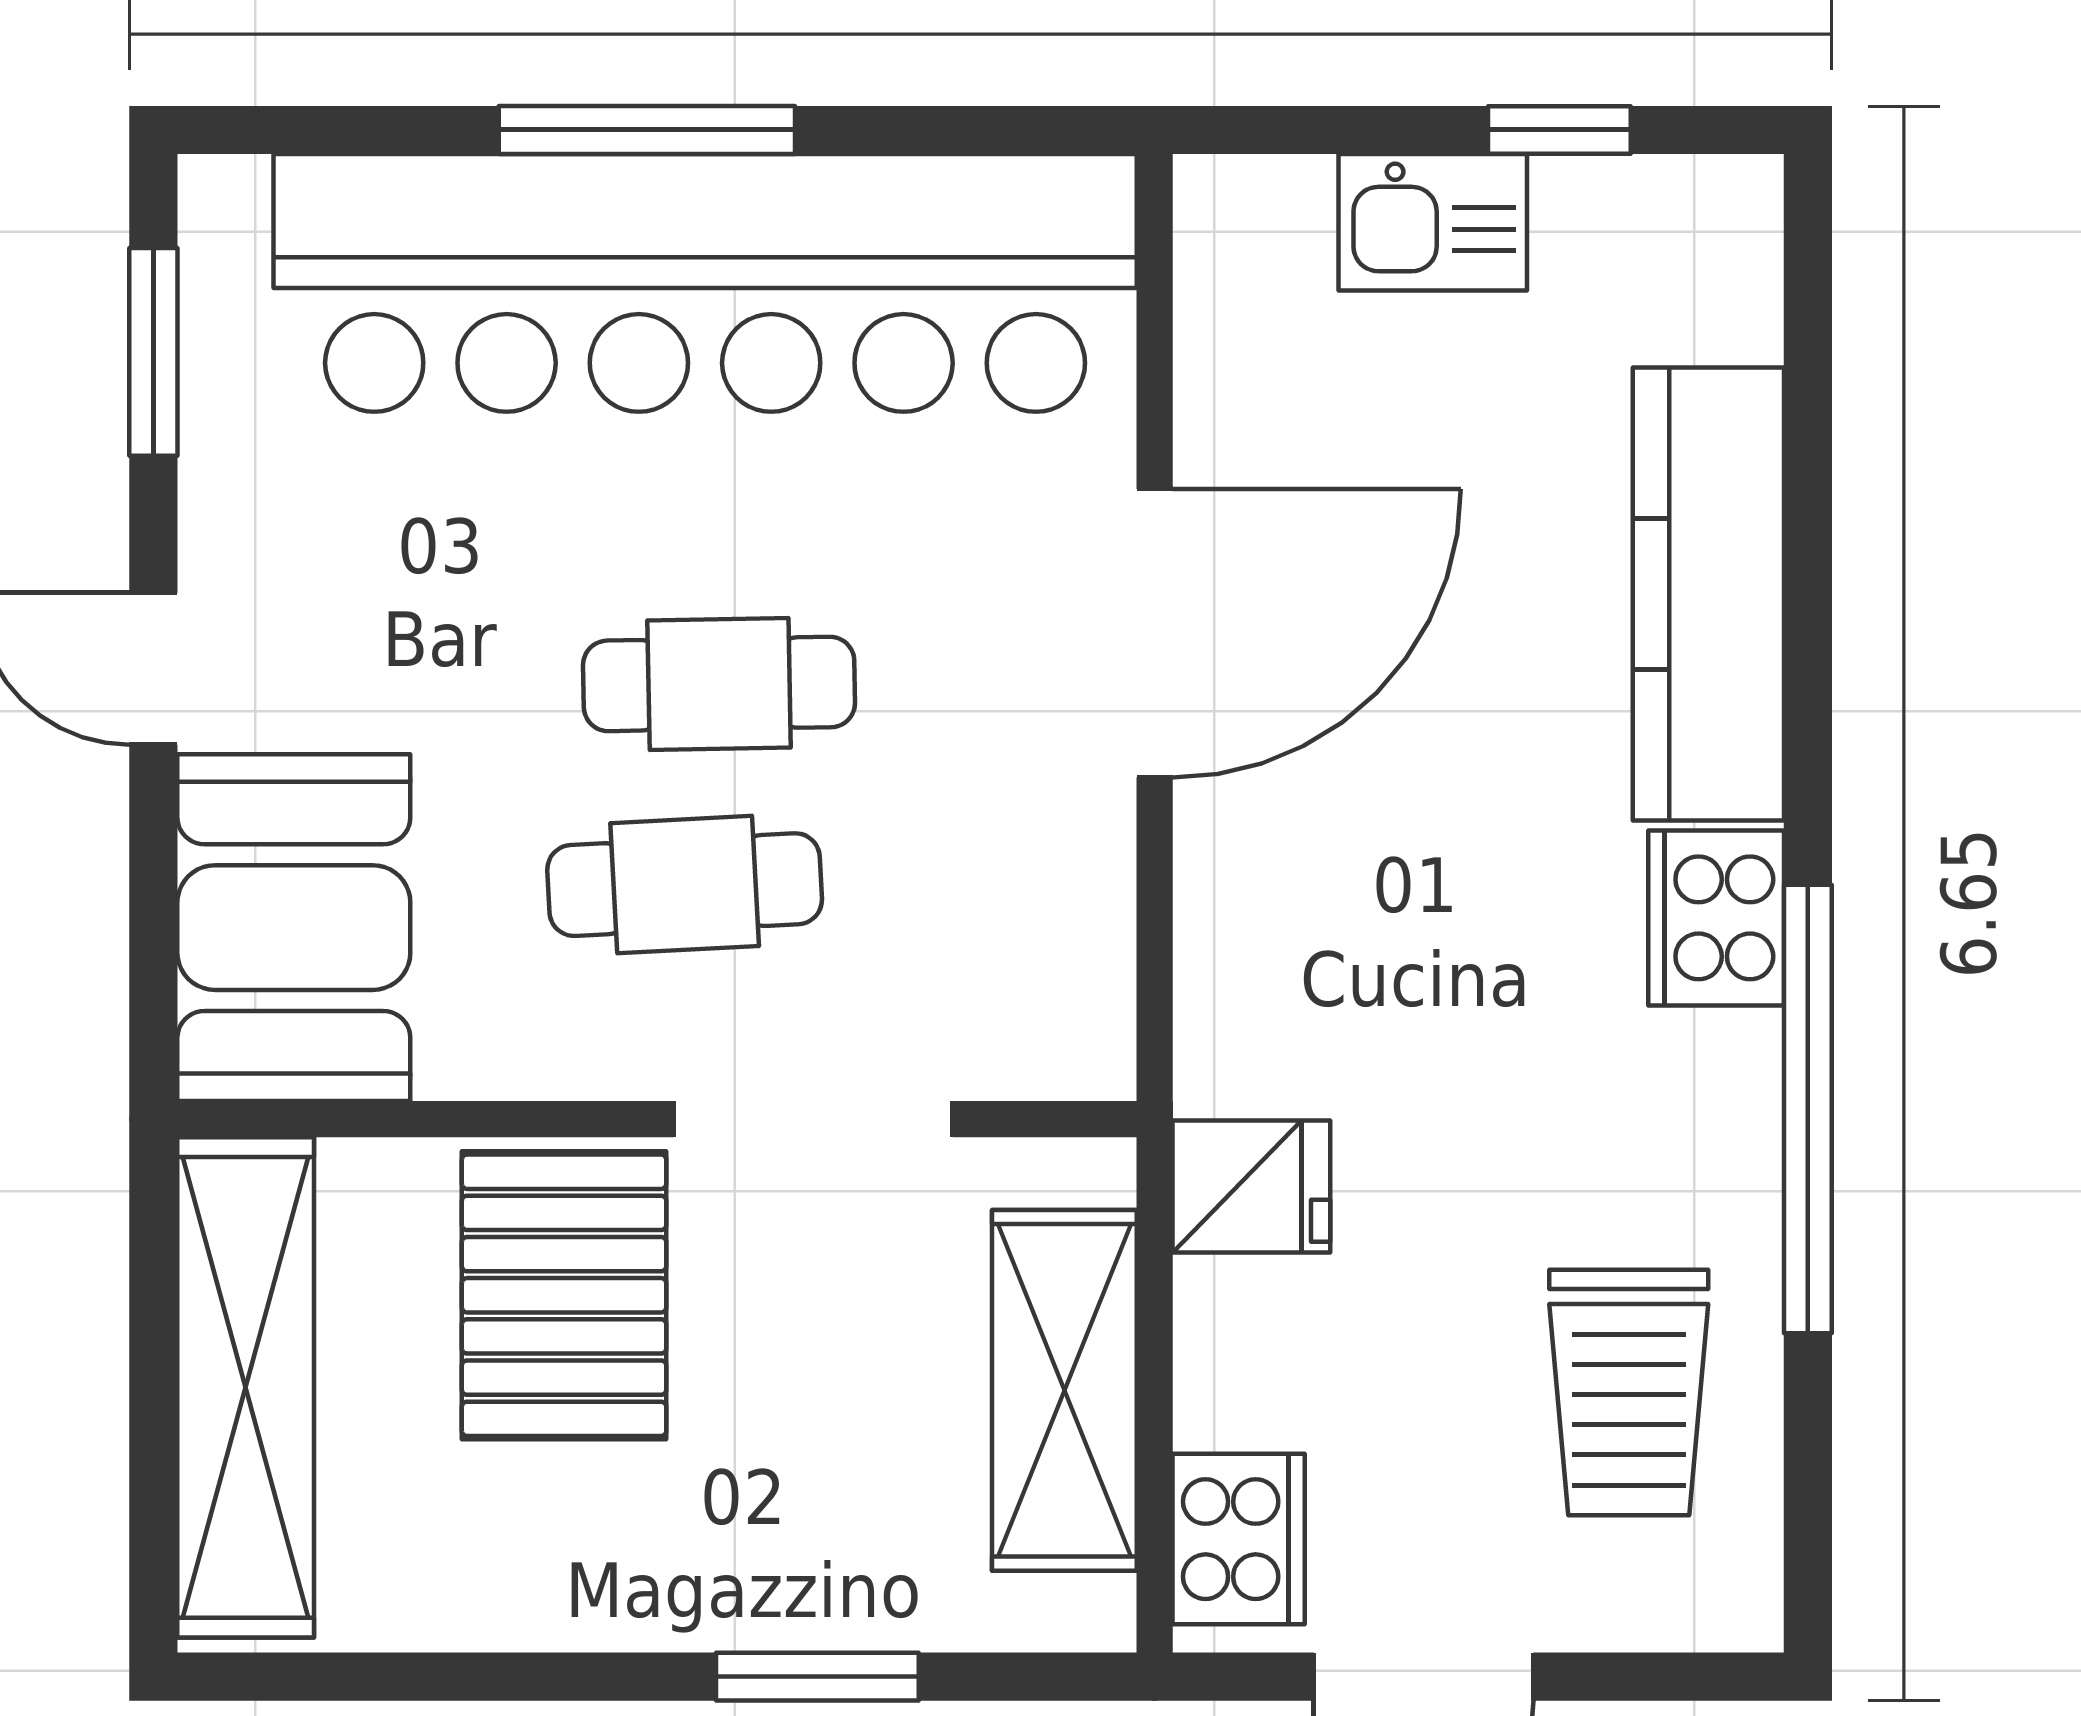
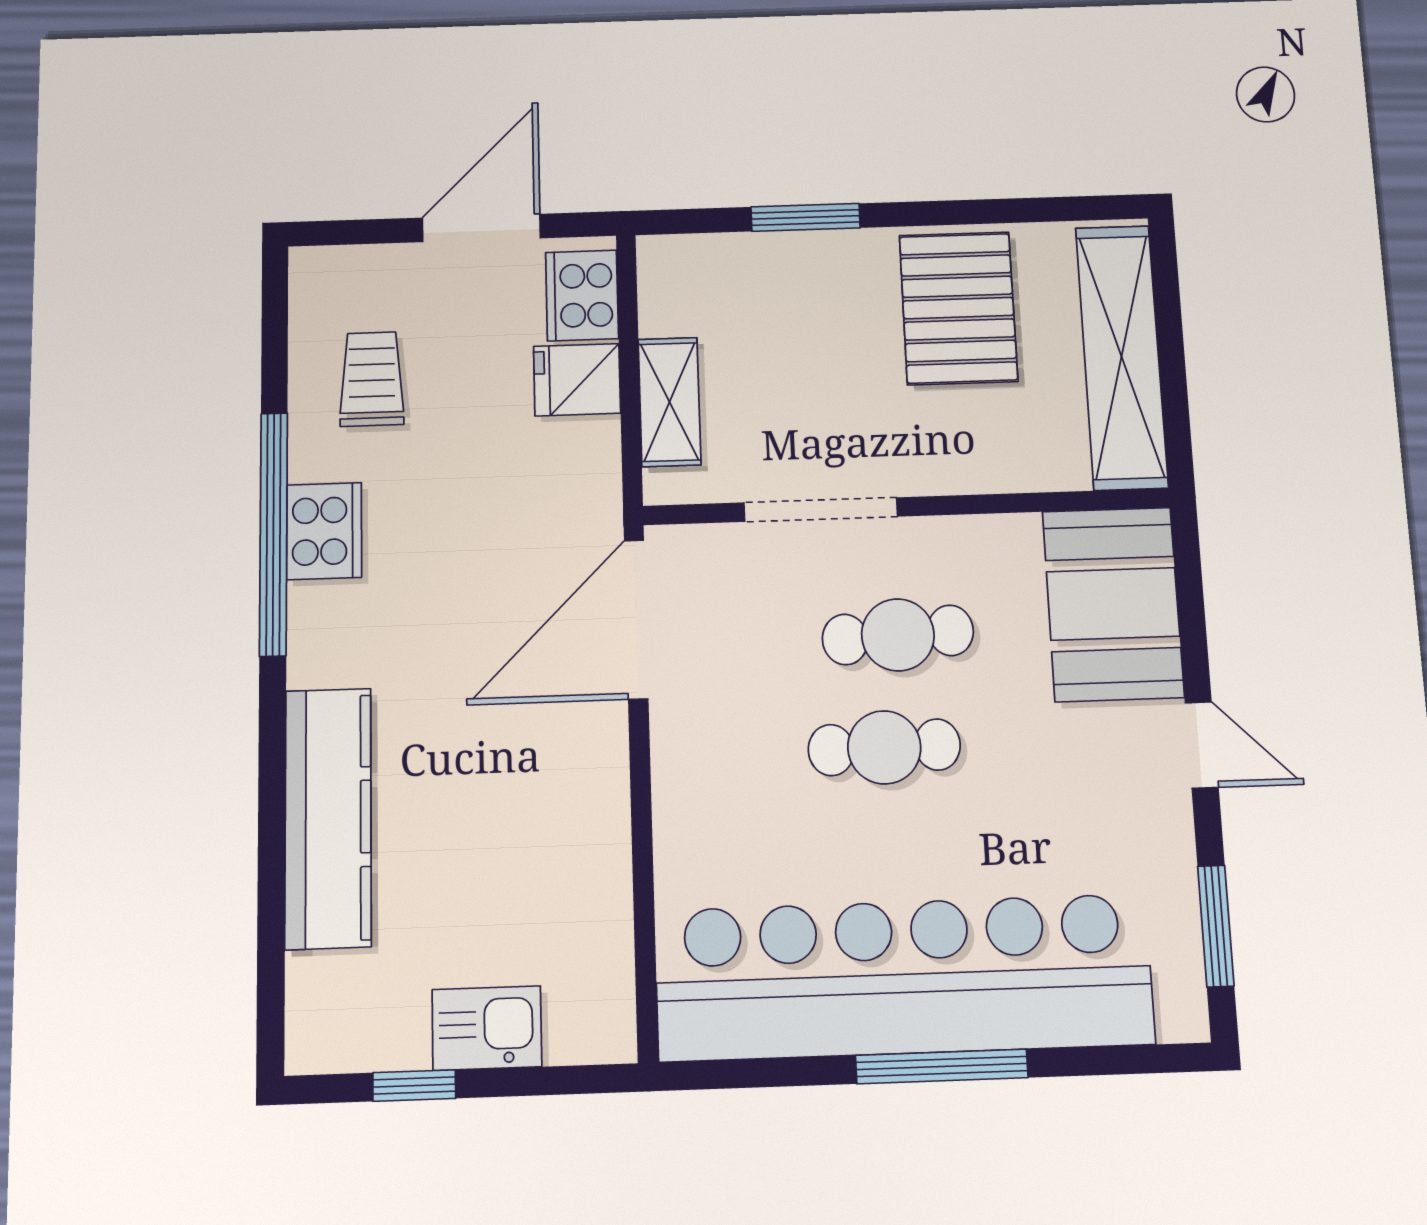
door: (1155, 633) -> (636, 619), moved
cooker: (1716, 918) -> (324, 531), moved
fridge: (1251, 1186) -> (577, 380), moved
pallet: (564, 1295) -> (958, 308), moved
shelving: (1064, 1390) -> (669, 402), width x0.67, depth x0.75
trolley: (1629, 1392) -> (372, 379), width x0.73, depth x0.72

